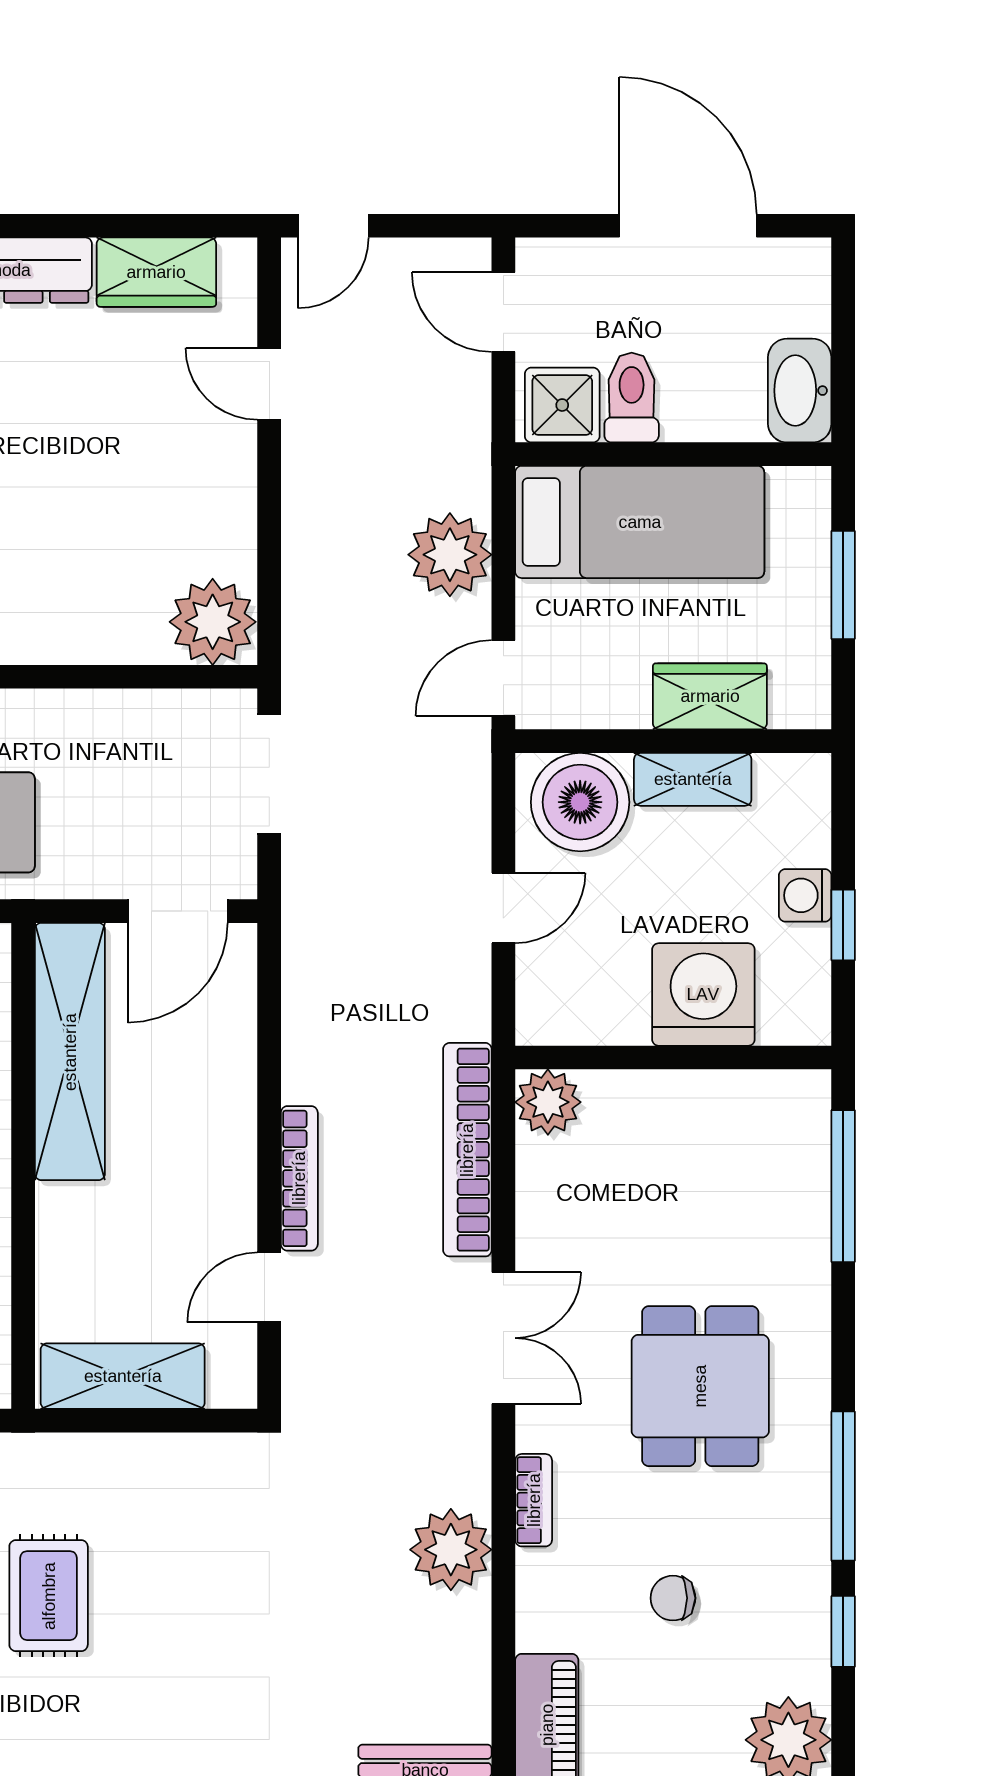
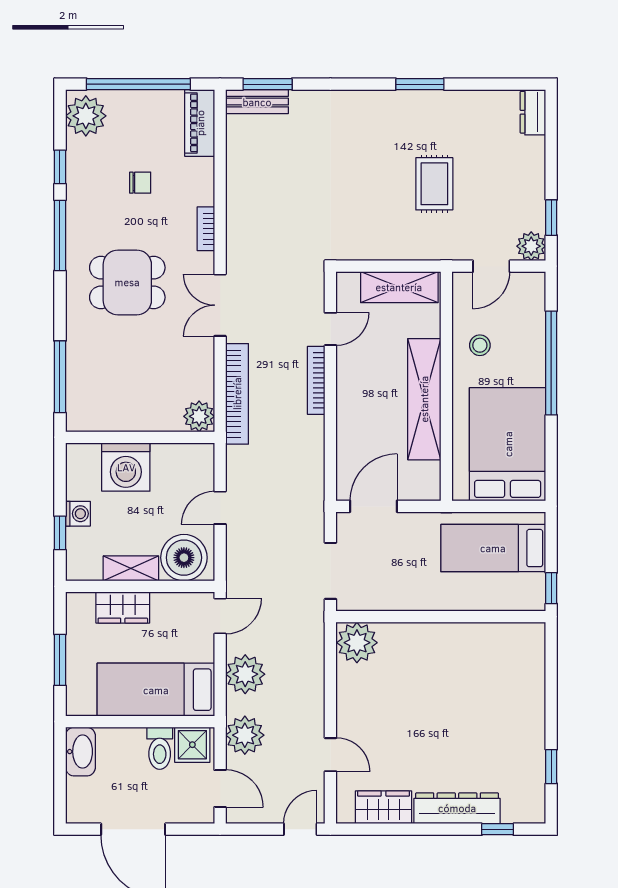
window: (843, 925) -> (60, 533), moved
shelving: (70, 1052) -> (424, 399), moved
dining table: (700, 1386) -> (127, 282), turned 90
plant: (451, 1550) -> (245, 735), moved

